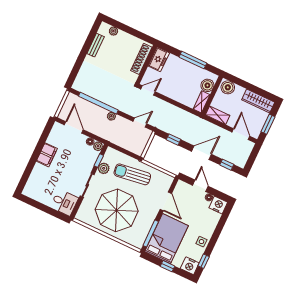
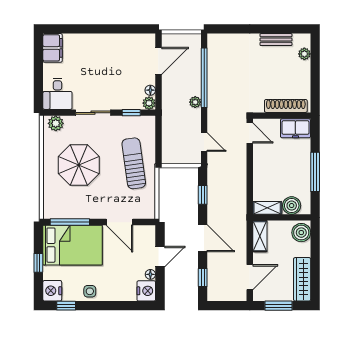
filing cabinet: (47, 155) -> (53, 48), moved, turned -90
plant: (104, 168) -> (56, 123), moved
door: (166, 201) -> (120, 222), hinge flipped
parasol: (117, 210) -> (79, 165), width x0.73, depth x0.73

